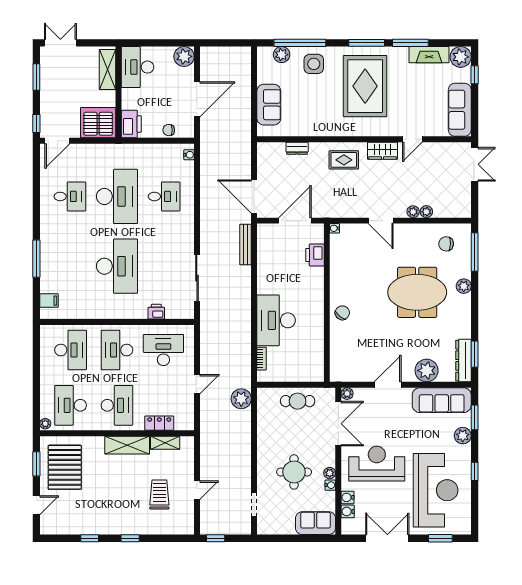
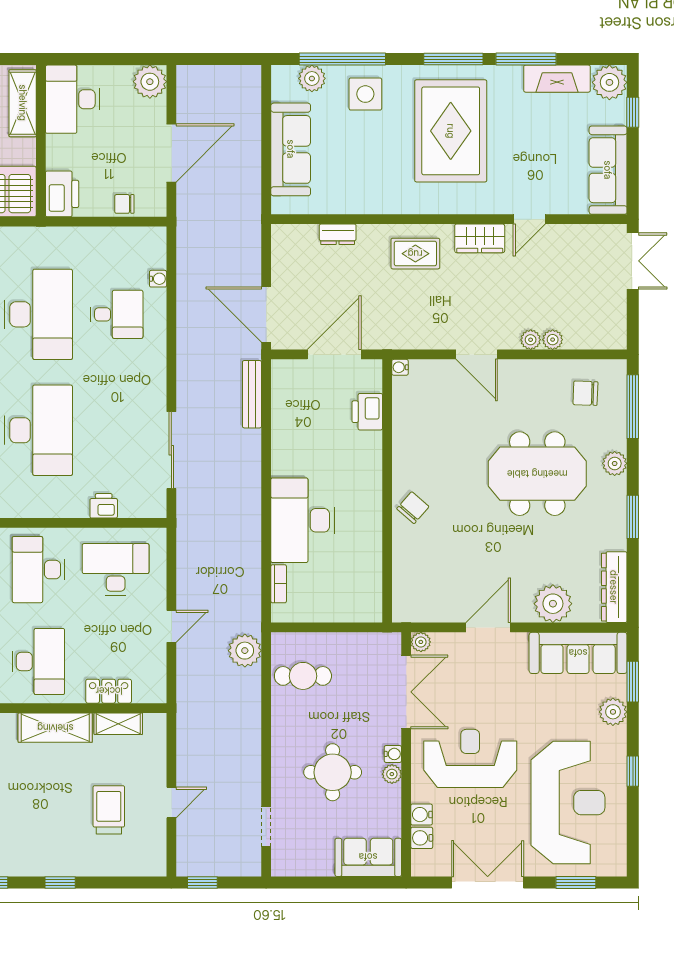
sofa: (269, 105) -> (291, 149), width x1.36
water cooler: (189, 155) -> (158, 279), moved
window: (475, 354) -> (633, 517), moved
cafe table: (298, 401) -> (303, 676), moved
water cooler: (330, 485) -> (393, 754), moved

